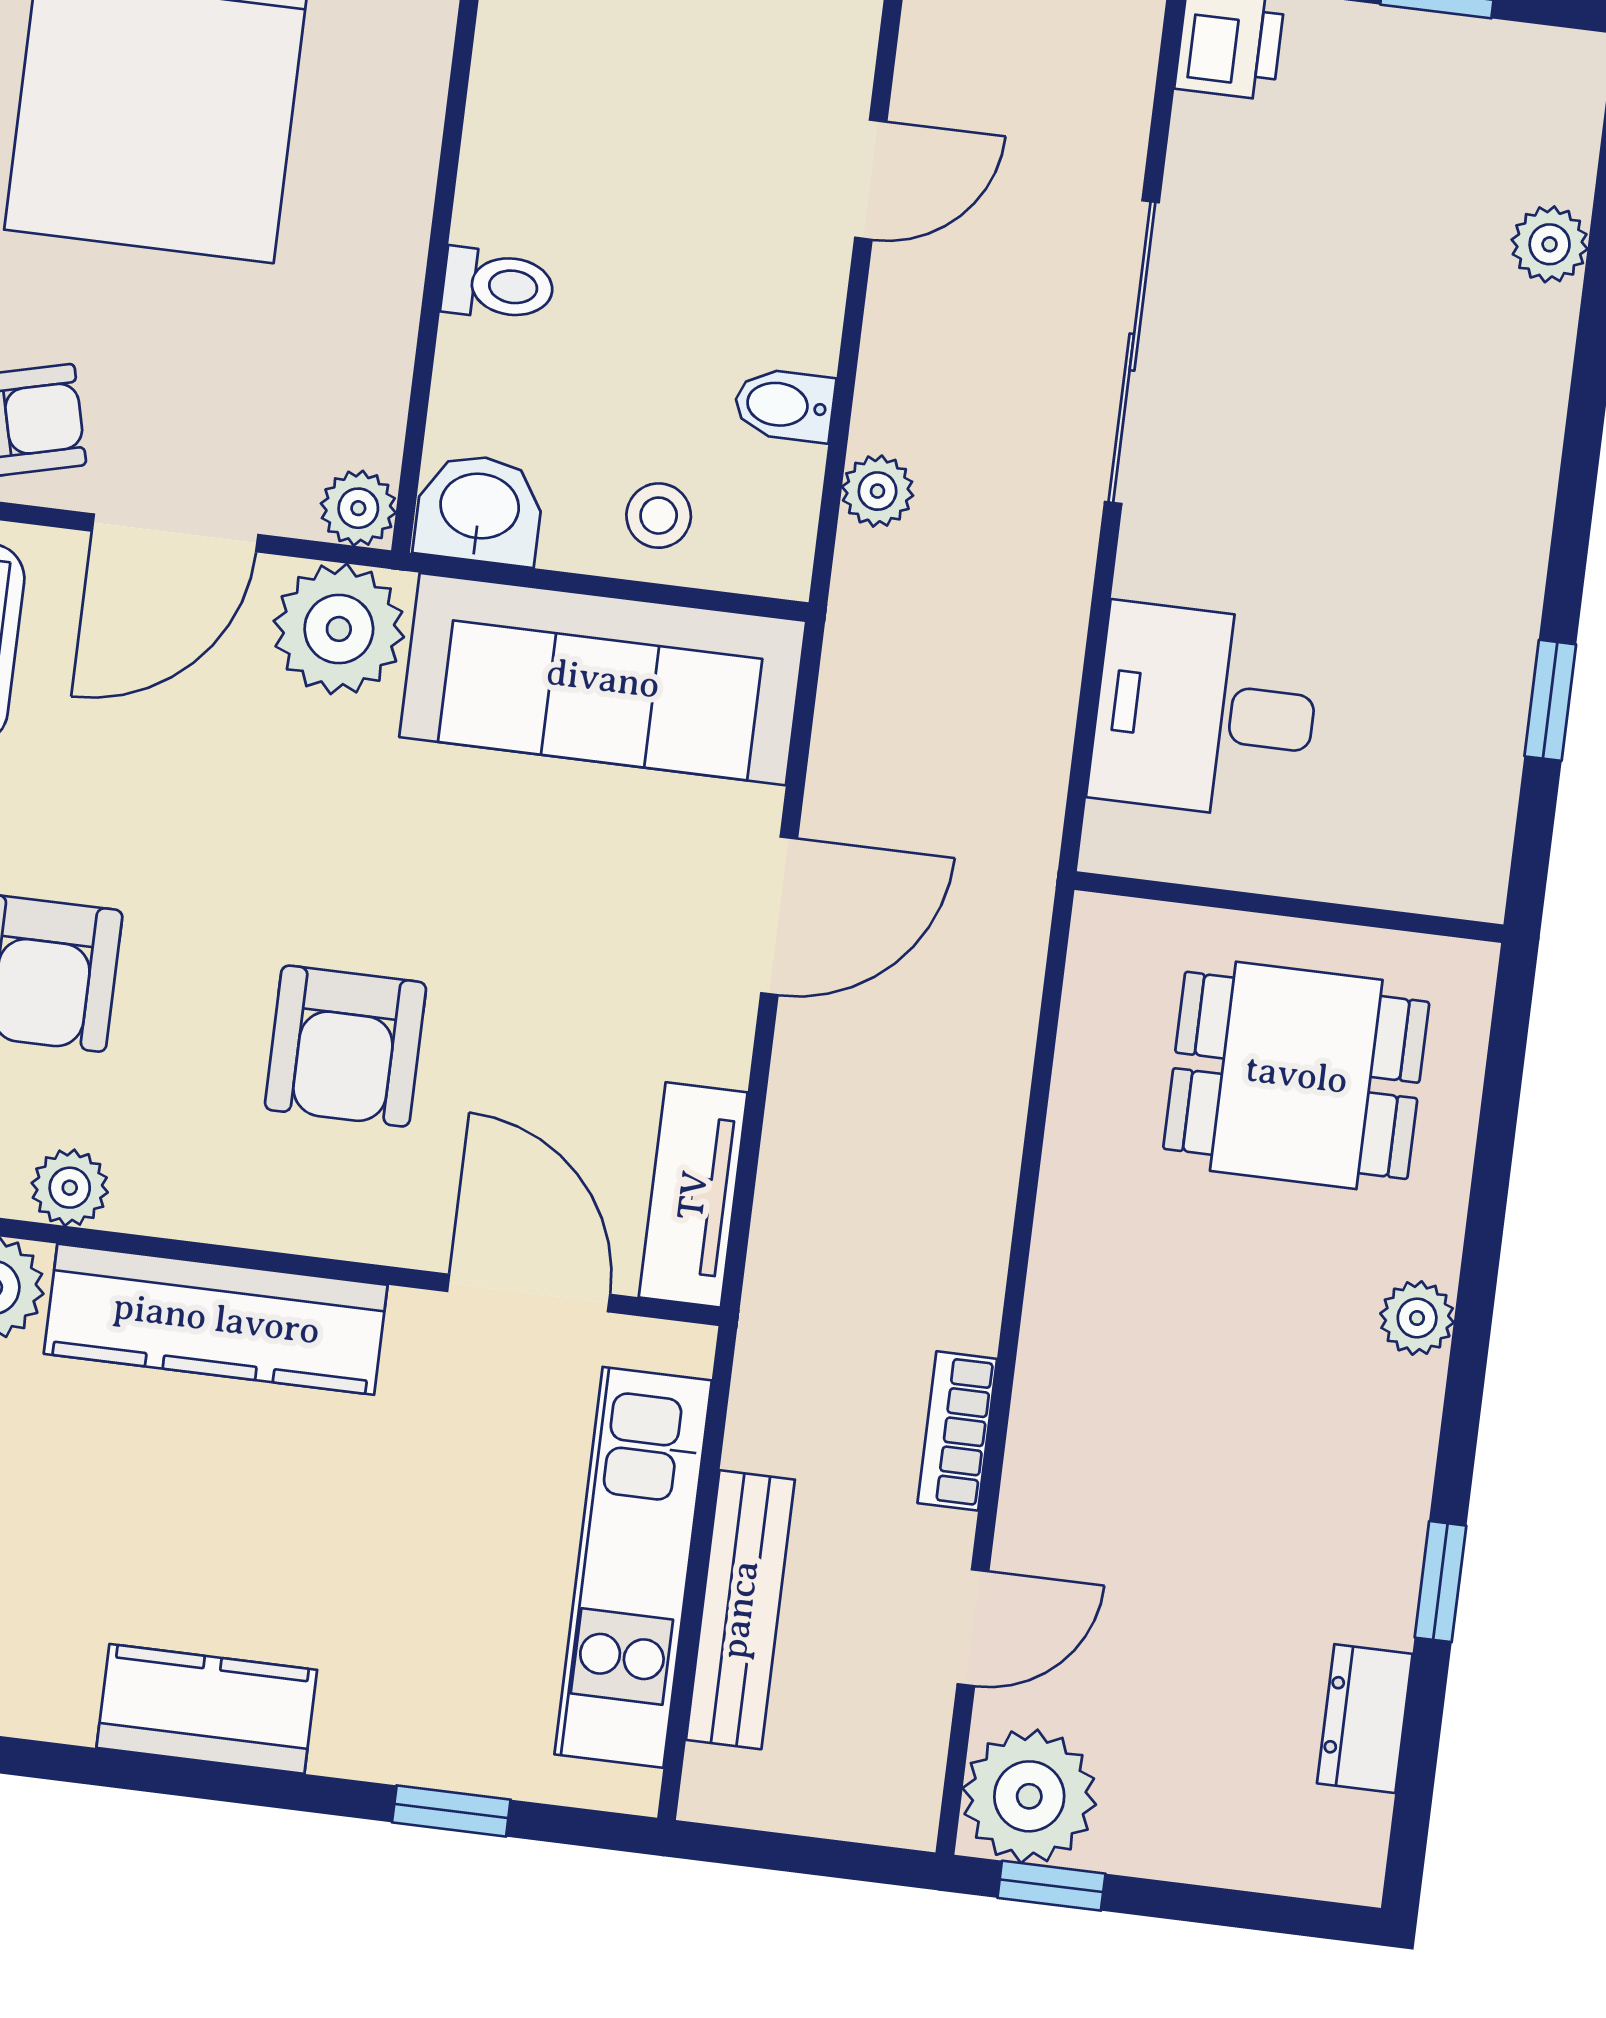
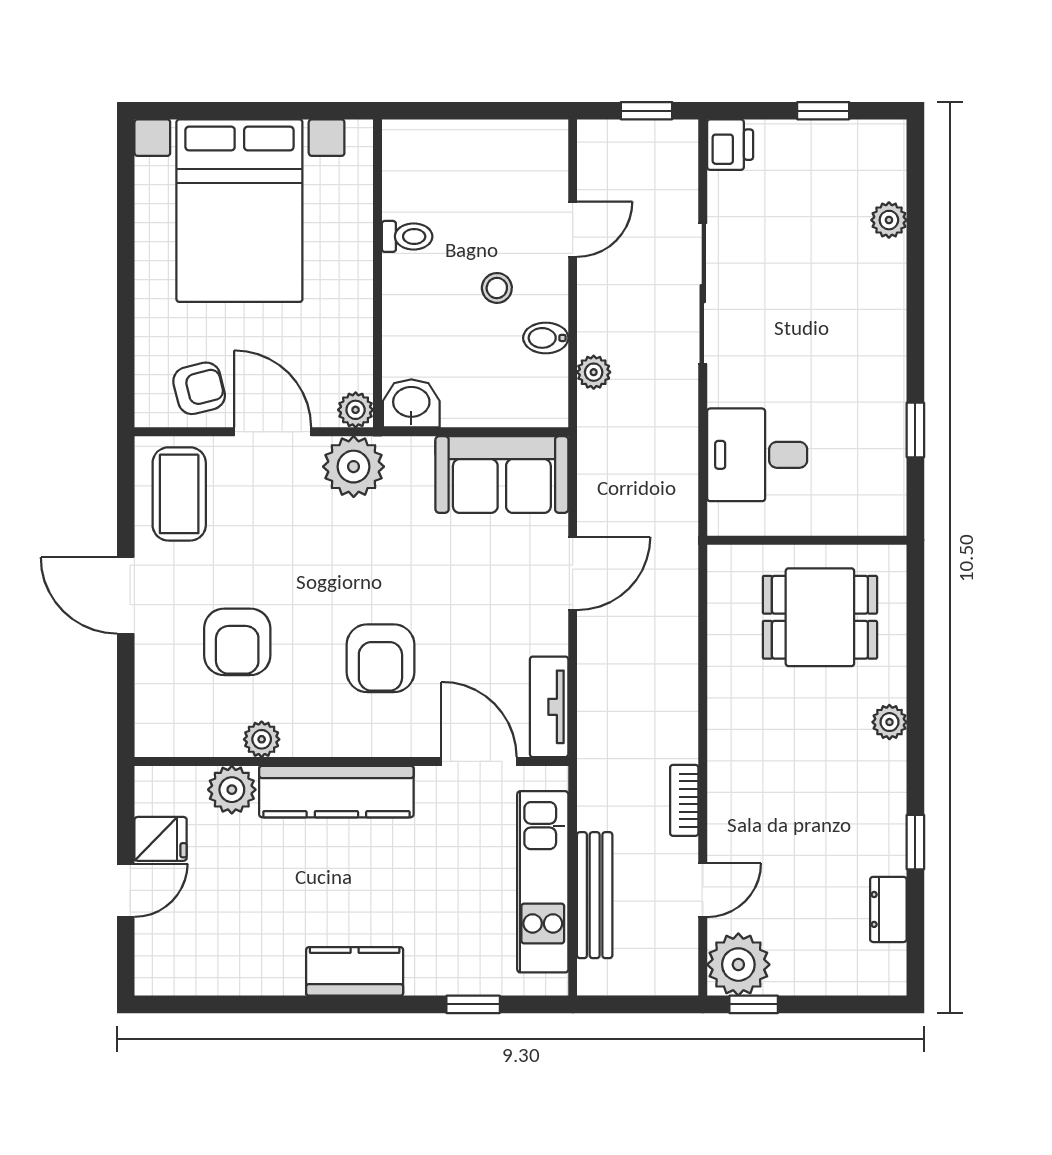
toilet: (498, 285) -> (407, 236), moved
stool: (659, 516) -> (497, 288), moved
door: (175, 533) -> (273, 432), swing flipped
sofa: (603, 679) -> (502, 474), width x0.73

